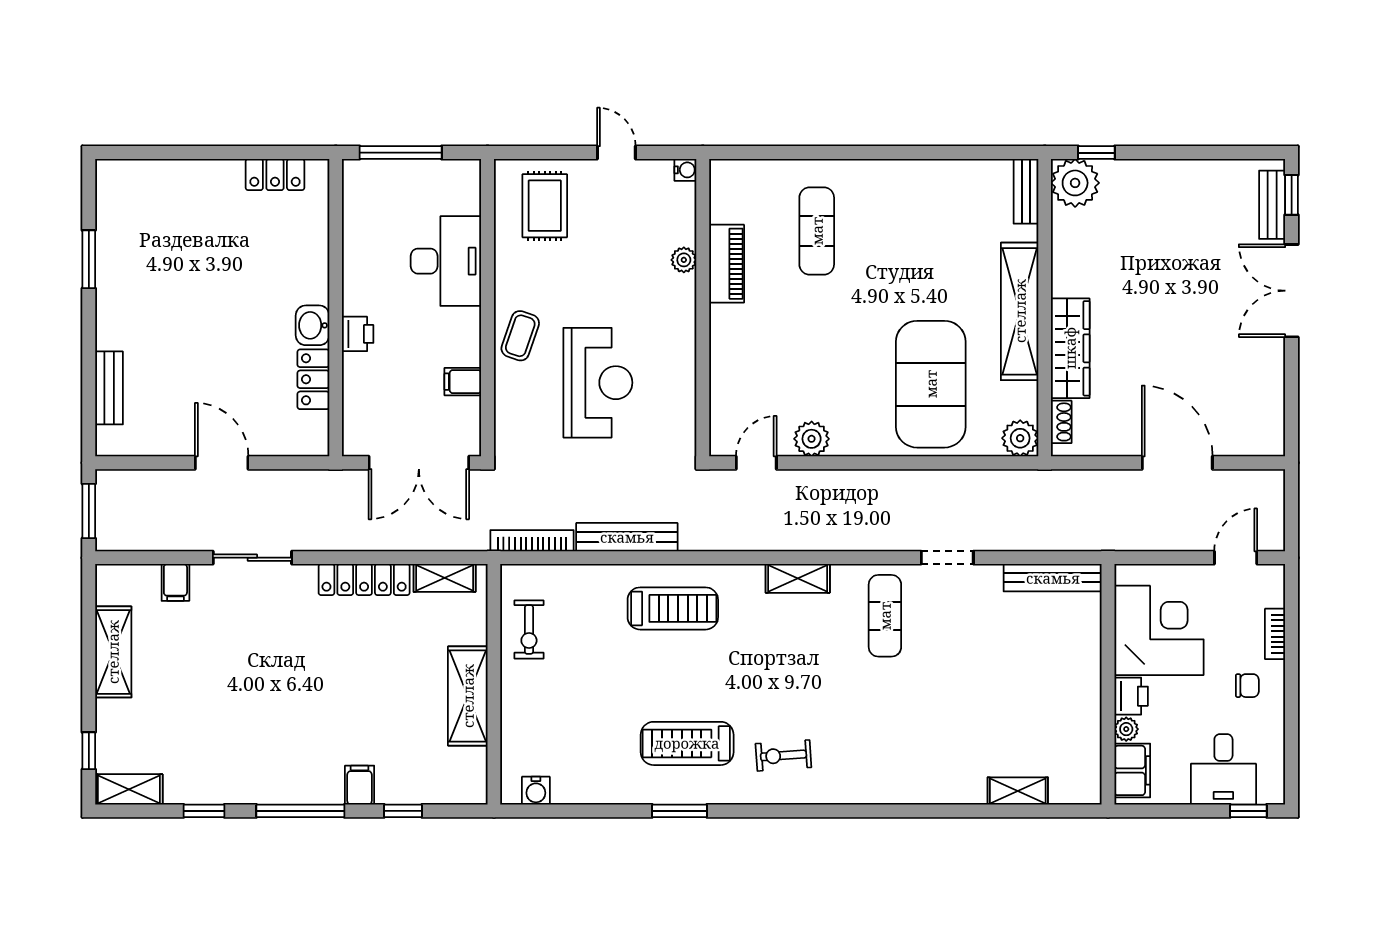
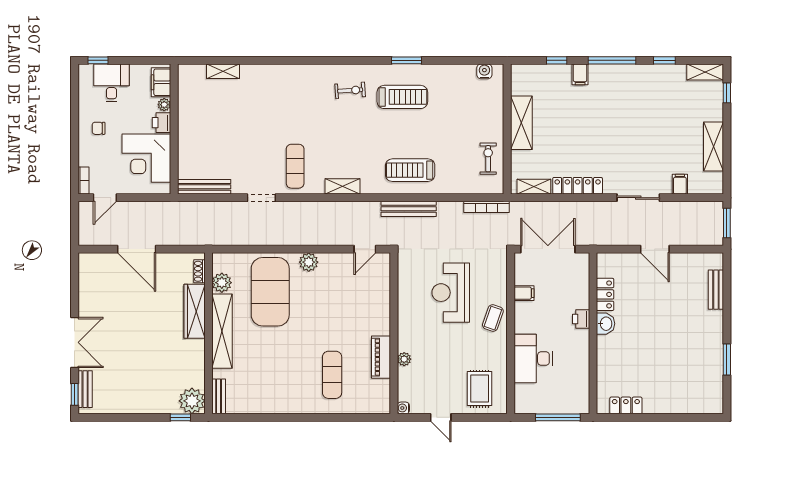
plant: (1020, 438) -> (222, 283), moved
plant: (812, 439) -> (309, 262), moved
bench: (627, 537) -> (409, 209), moved
bookcase: (1275, 634) -> (84, 181), moved

